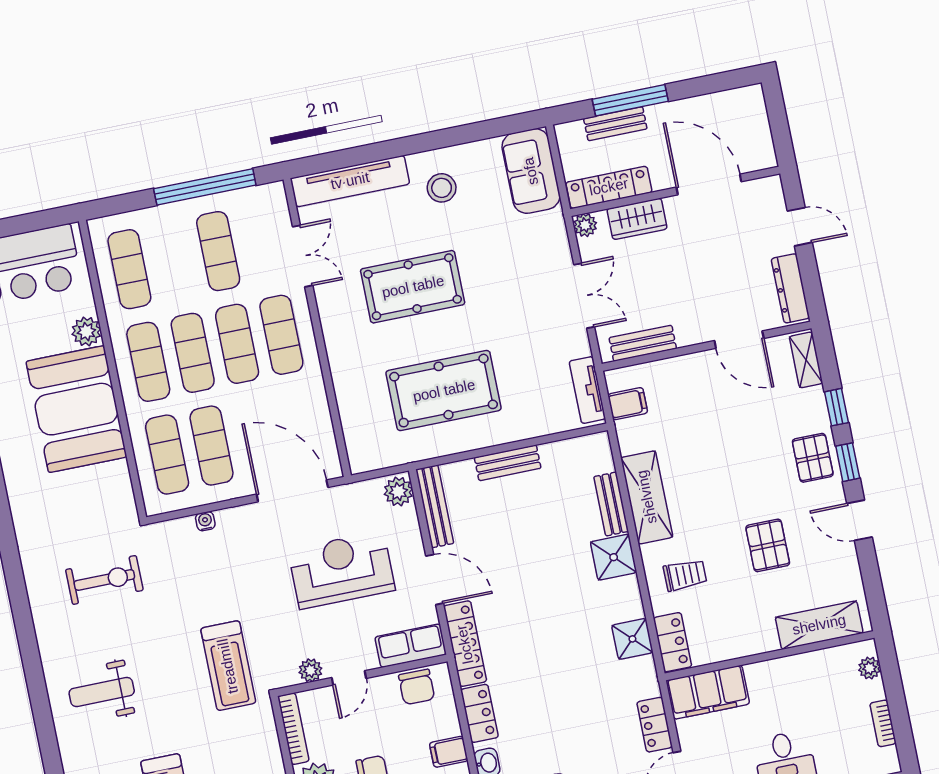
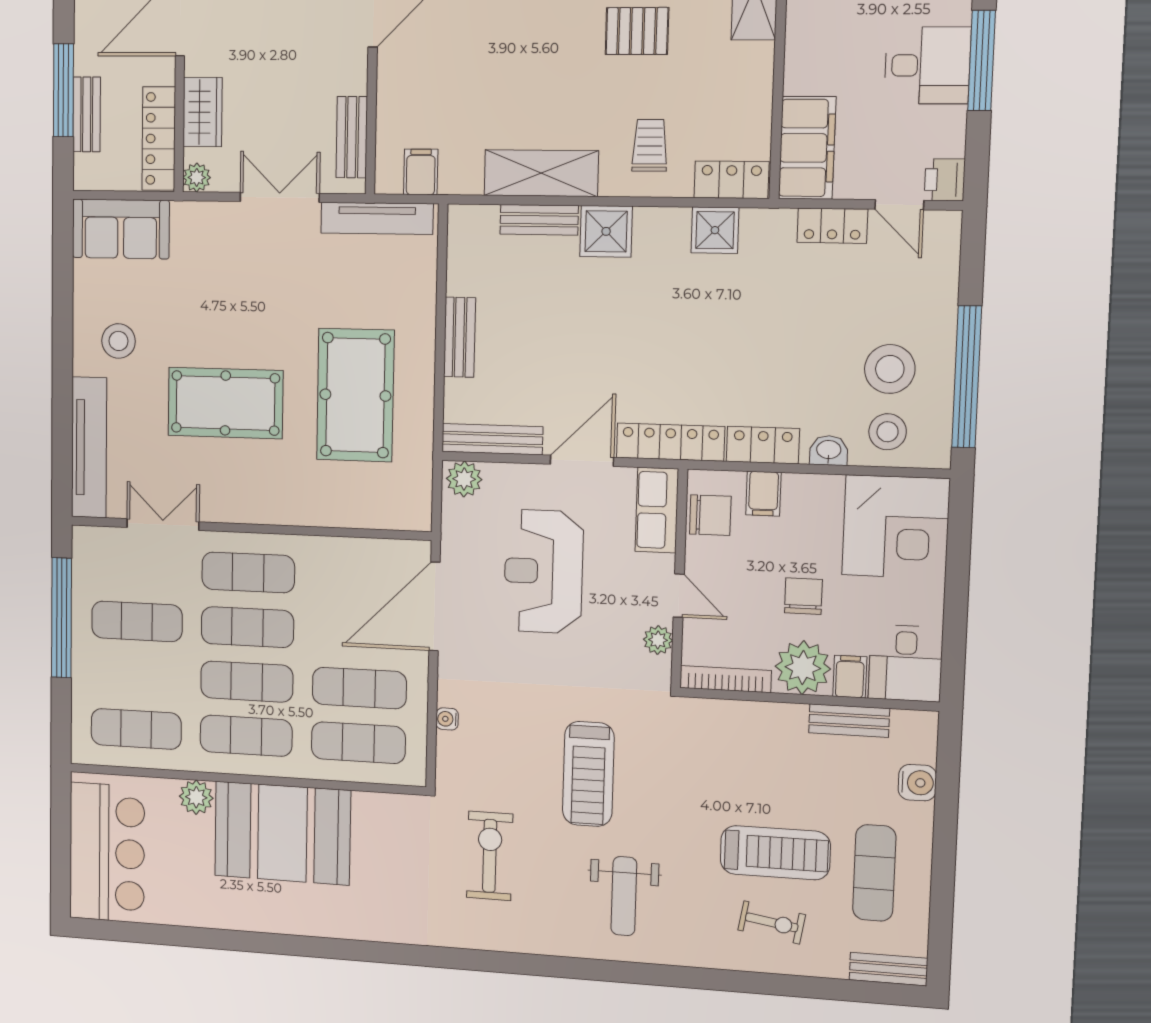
pool table: (413, 287) -> (225, 403), turned 90
tv unit: (587, 390) -> (377, 218), width x1.41
treadmill: (228, 666) -> (588, 774), moved, turned 90
filing cabinet: (449, 752) -> (763, 494), moved

